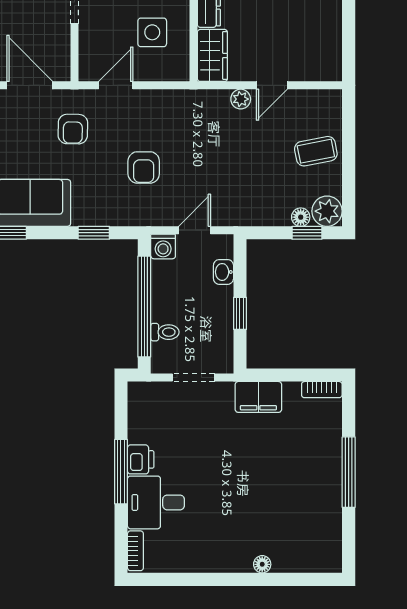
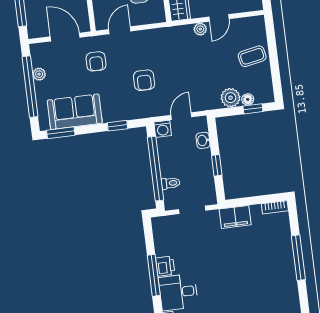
plant: (327, 211) -> (231, 98), moved

